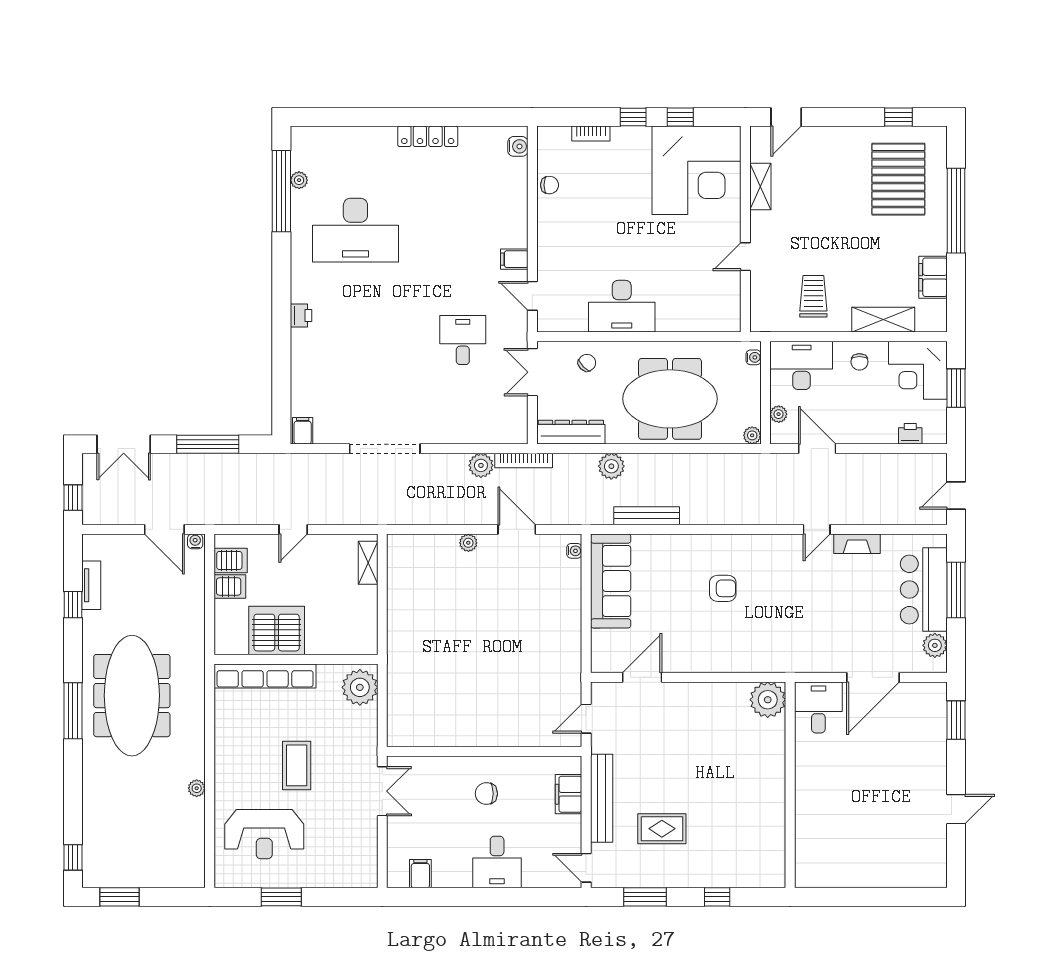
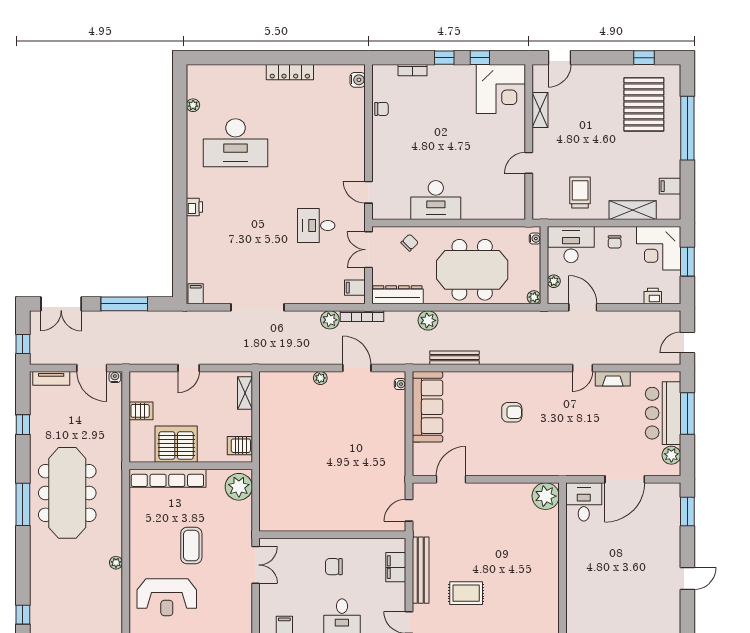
corner desk: (696, 170) -> (501, 89), width x0.74, depth x0.74
window: (281, 191) -> (180, 114), removed
filing cabinet: (514, 259) -> (355, 288), moved
filing cabinet: (933, 277) -> (670, 186), width x0.50
desk: (463, 340) -> (316, 225), turned -90
server rack: (231, 560) -> (240, 446), moved, turned 180
tv unit: (91, 585) -> (51, 378), moved, turned 90

